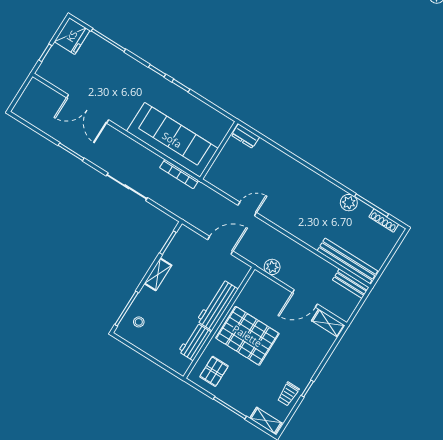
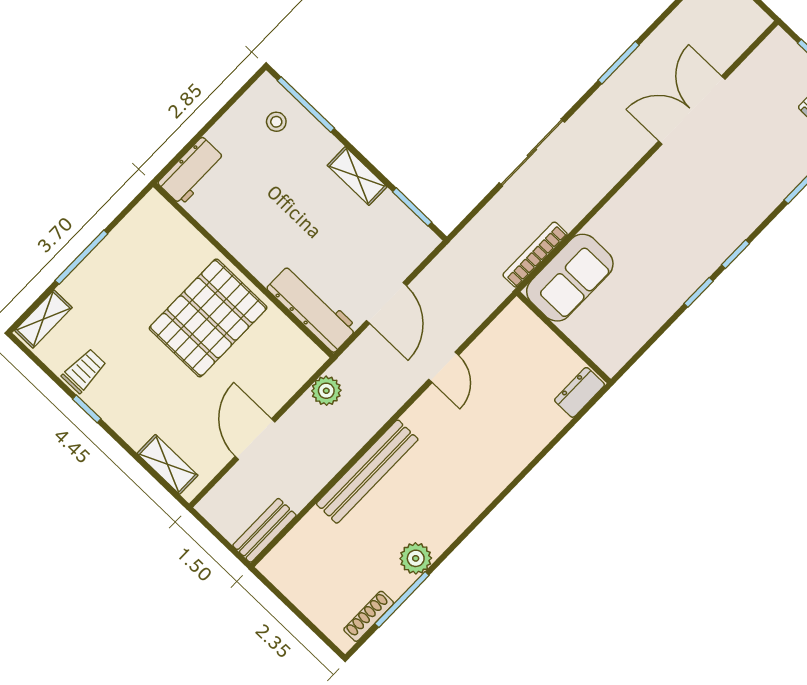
sofa: (172, 140) -> (570, 278), width x0.54, depth x0.79
bench: (347, 261) -> (367, 472), moved
workbench: (217, 305) -> (312, 308), moved
shelving: (328, 323) -> (167, 464), moved, turned 90
workbench: (195, 342) -> (192, 171), moved, turned 90
pallet: (214, 371) -> (155, 242), removed
trolley: (288, 394) -> (84, 371), turned 90

